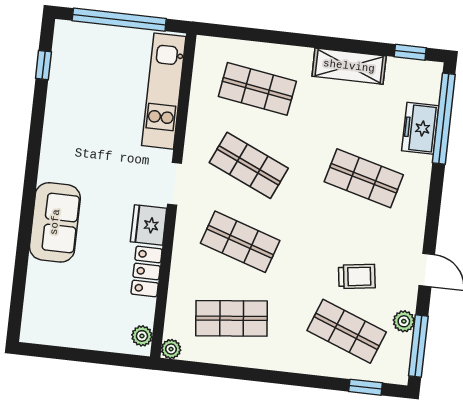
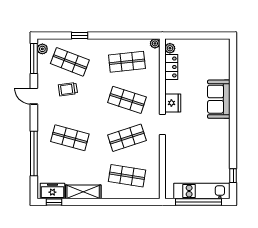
kitchen unit: (164, 91) -> (202, 191), moved, turned -90
window: (444, 119) -> (34, 153), moved
freezer: (420, 128) -> (52, 191), moved, turned -90
shop shelf: (249, 165) -> (127, 138), turned -42
locker: (147, 271) -> (171, 67), moved
plant: (404, 321) -> (42, 49), moved
window: (365, 387) -> (80, 35), moved

